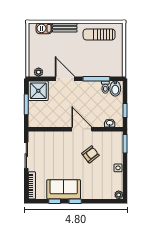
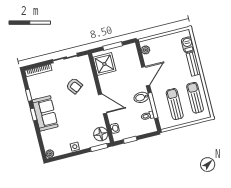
sun lounger: (100, 57) -> (175, 104), added
bidet: (115, 89) -> (141, 97), moved
shower: (38, 91) -> (104, 64), moved
door: (82, 129) -> (102, 104), hinge flipped
floor lamp: (112, 139) -> (101, 134), added
armchair: (91, 154) -> (74, 86), moved
sofa: (64, 189) -> (45, 113), moved

